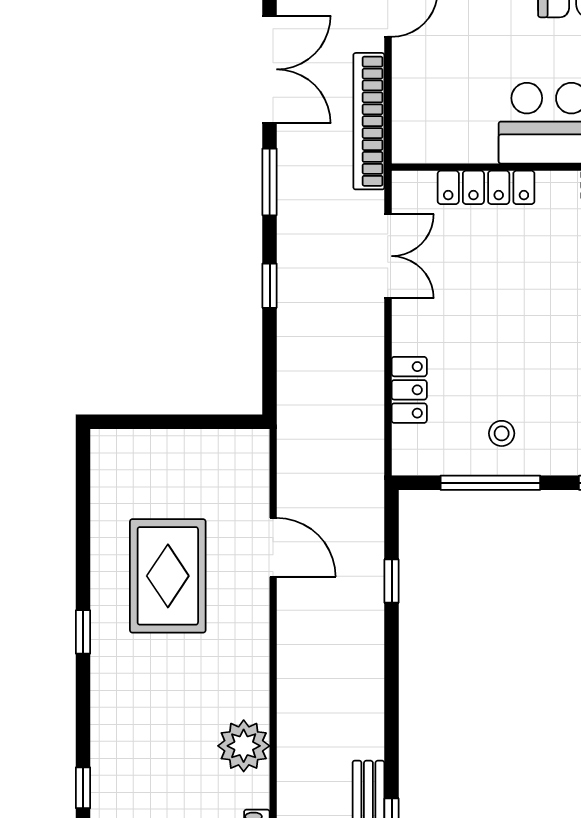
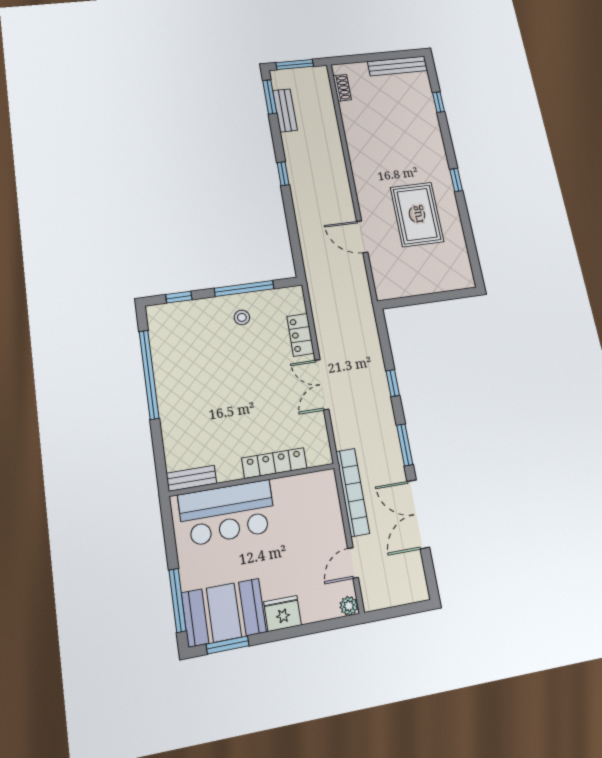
double door: (388, 256) -> (322, 385), moved
window: (392, 581) -> (283, 174), moved
plant: (244, 746) -> (358, 132), removed

